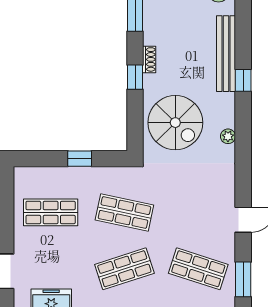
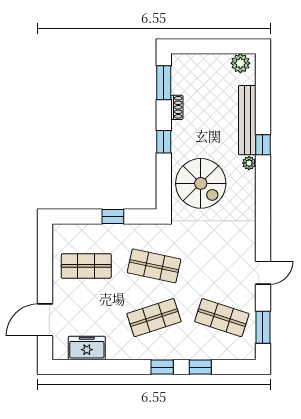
shoe rack: (149, 59) -> (177, 107), moved
plant: (228, 136) -> (249, 163), moved

